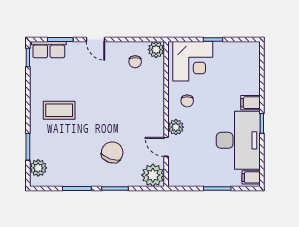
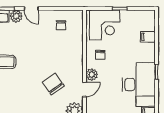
plant: (156, 50) -> (16, 16), moved
filing cabinet: (250, 103) -> (148, 37), moved
door: (166, 147) -> (84, 89), swing flipped
chair: (112, 152) -> (53, 84), moved, turned -54

